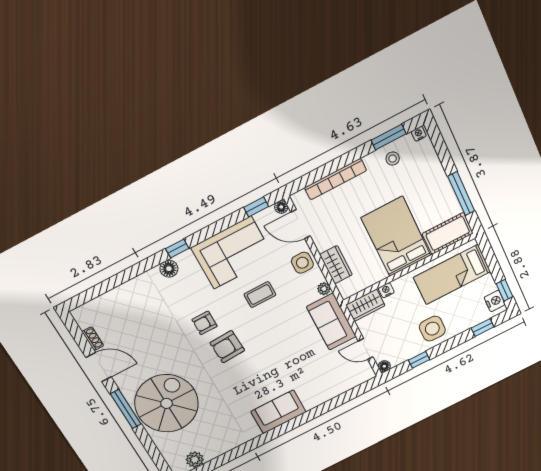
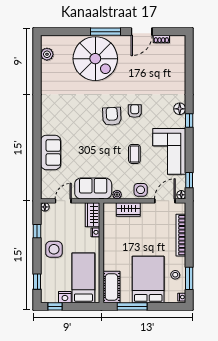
bed: (396, 237) -> (148, 280), moved, turned -90
nightstand: (495, 301) -> (65, 297), moved
sofa: (278, 412) -> (51, 152), moved

